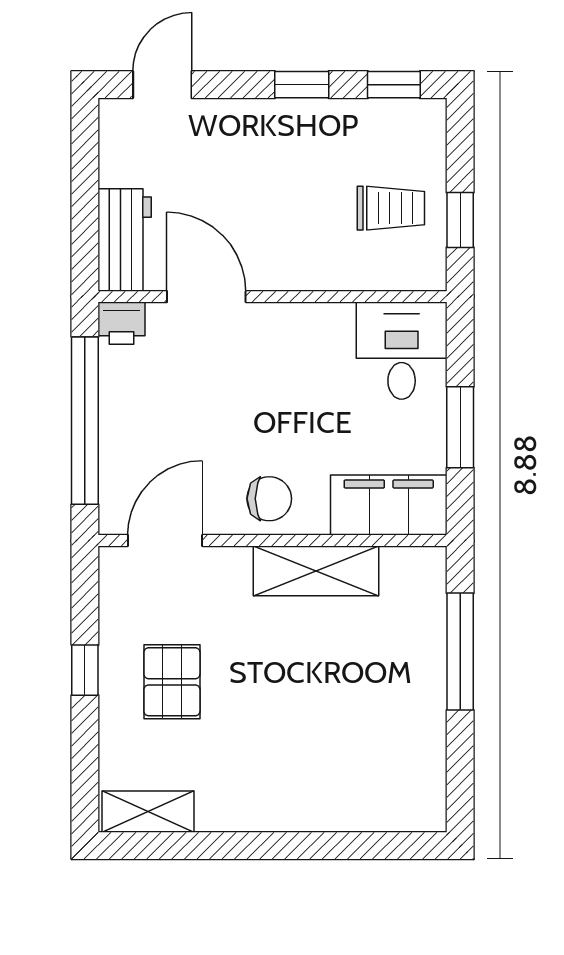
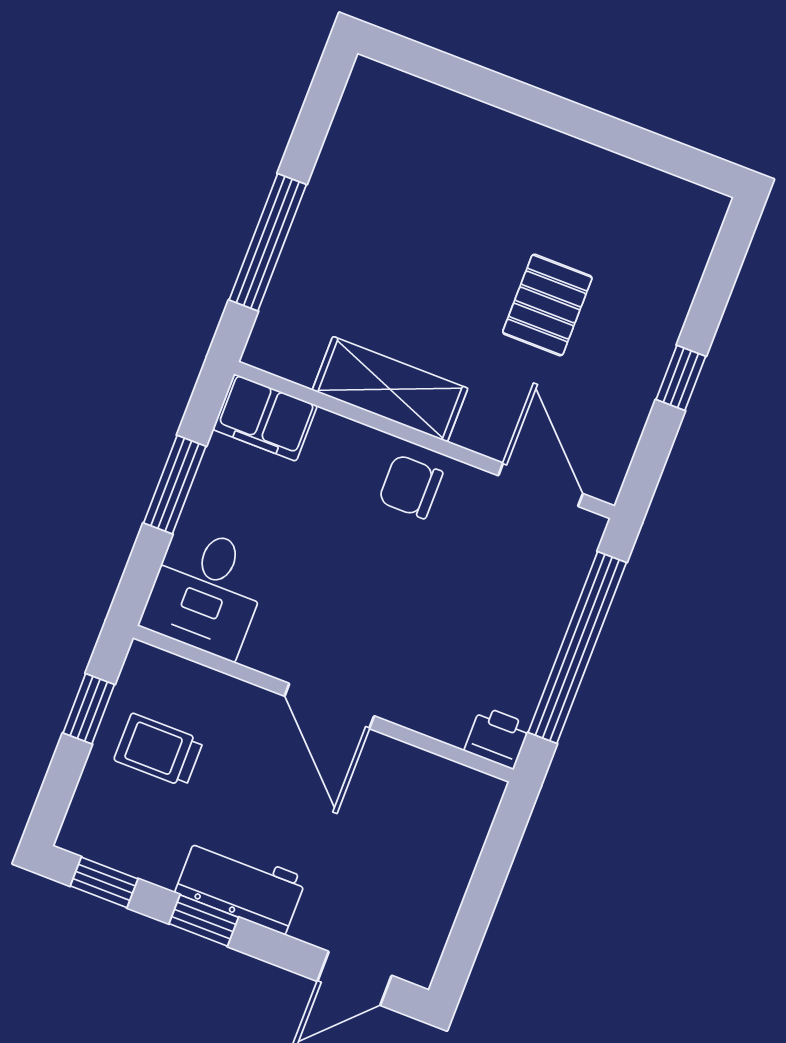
workbench: (125, 240) -> (241, 885), moved, turned 90
door: (206, 297) -> (329, 706), moved
filing cabinet: (389, 505) -> (265, 418), width x0.67, depth x0.86
door: (165, 541) -> (541, 485), swing flipped
pallet: (172, 682) -> (547, 305), moved
shelving: (148, 812) -> (671, 199), removed

